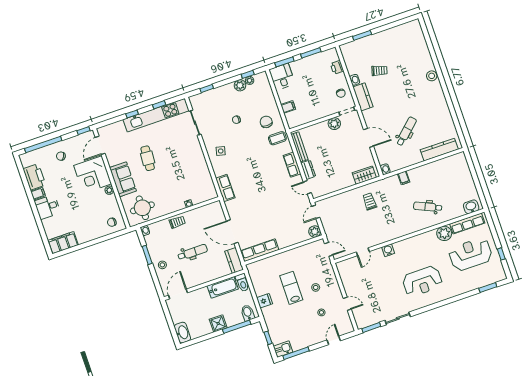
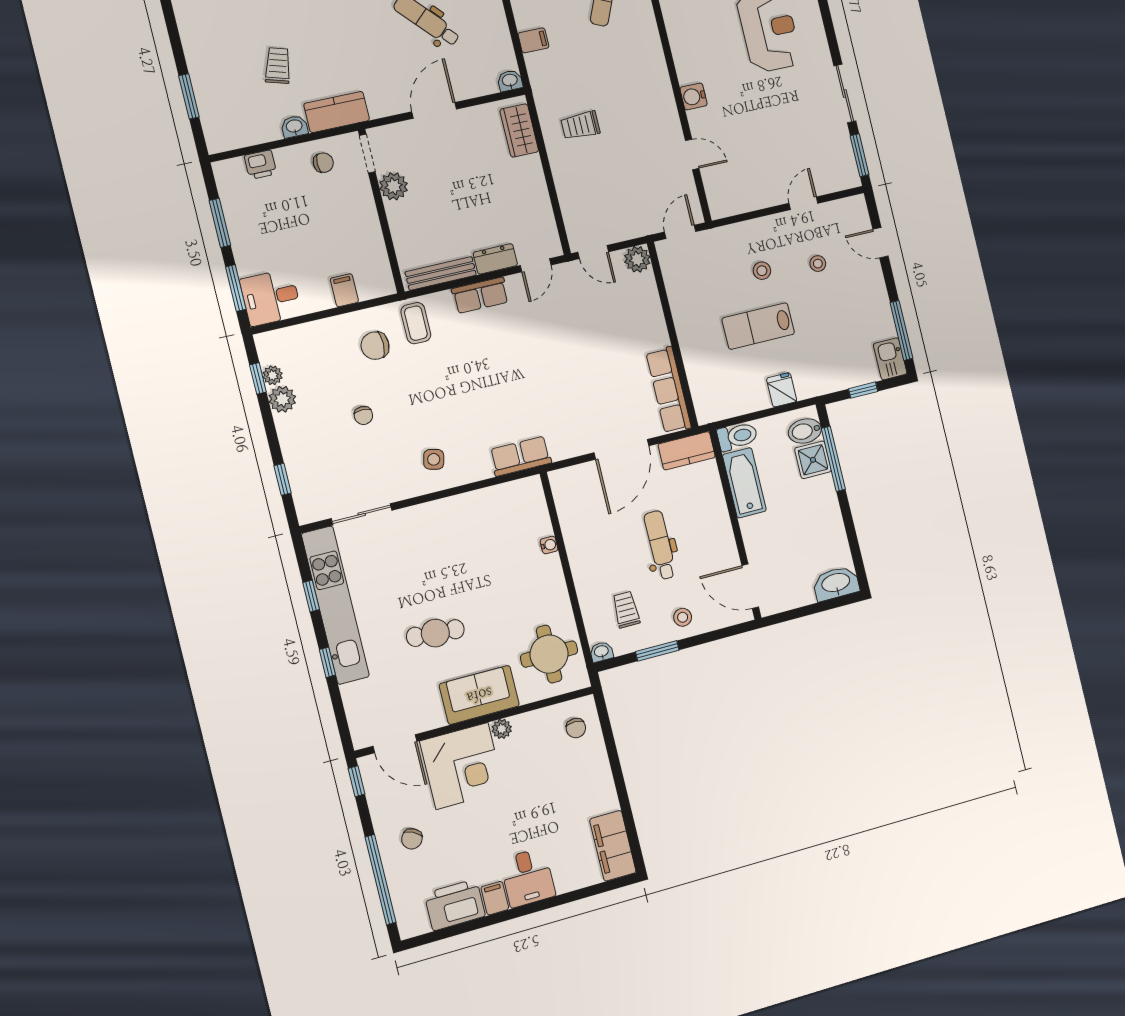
trolley: (177, 222) -> (626, 610), moved
shower: (218, 323) -> (813, 460), moved

